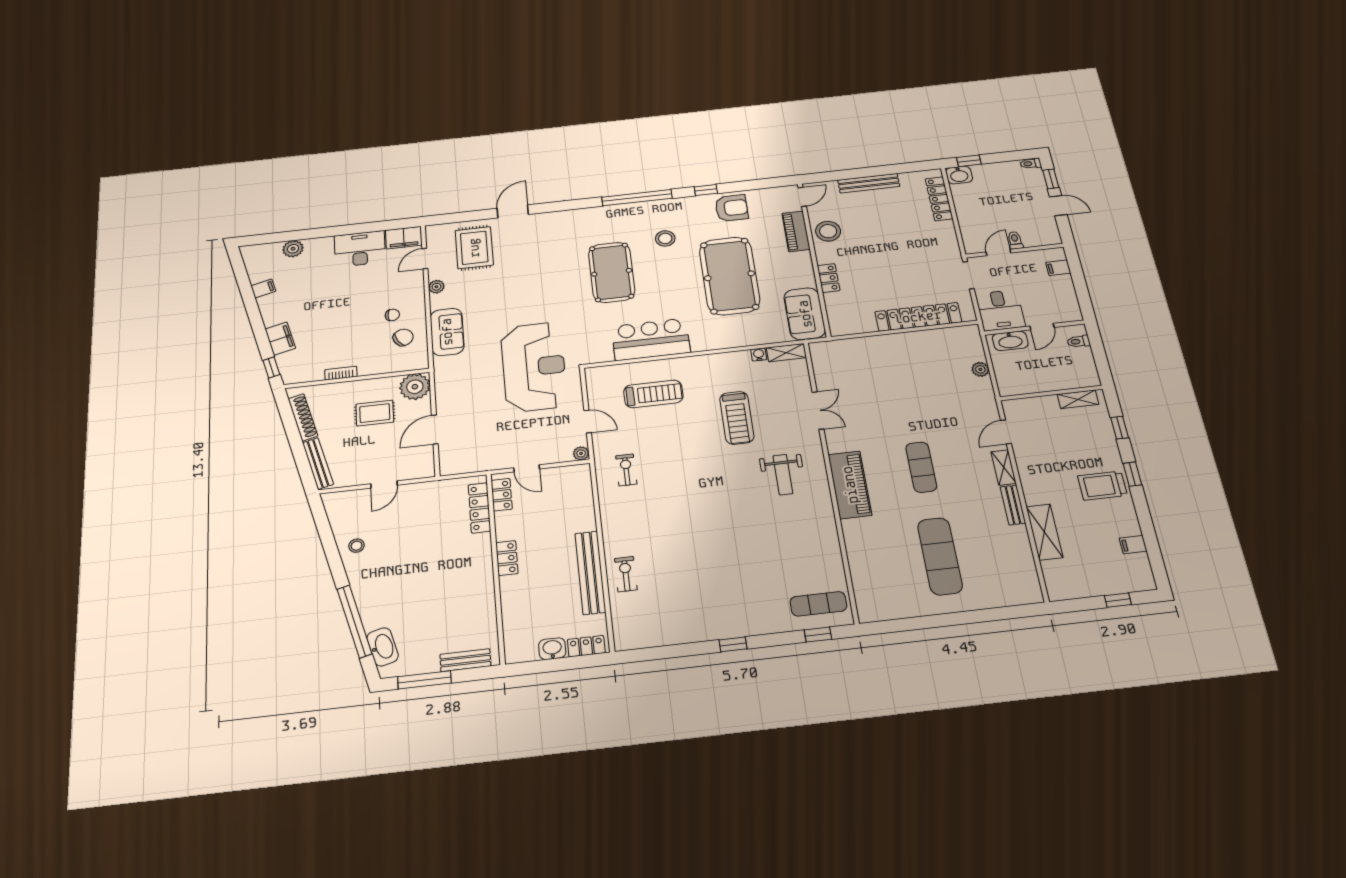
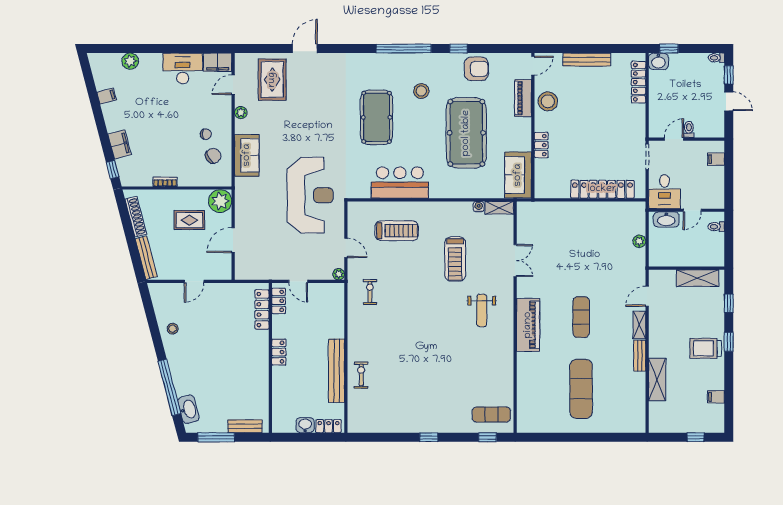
shelving: (1078, 399) -> (698, 278), width x1.50, depth x1.33

